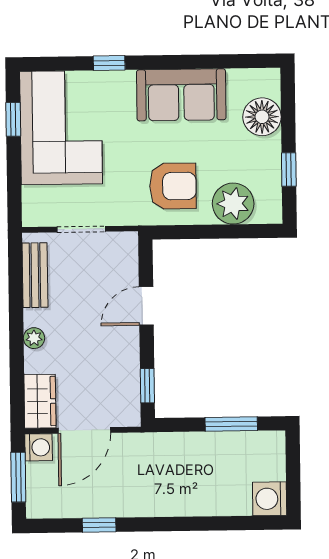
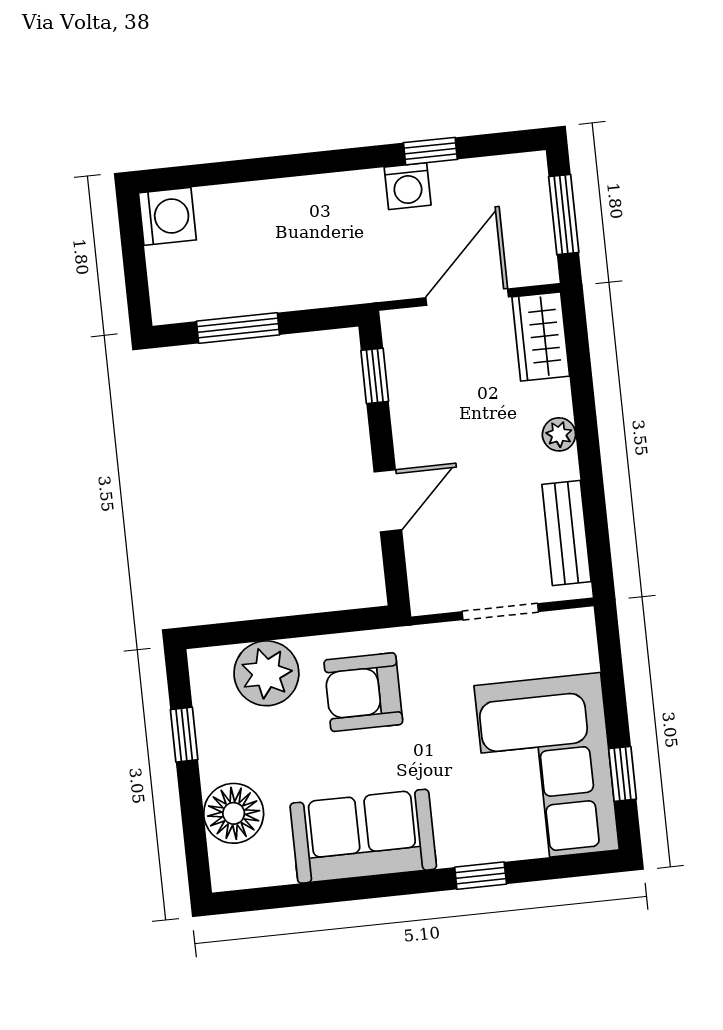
washing machine: (39, 447) -> (408, 186), moved, turned -90

